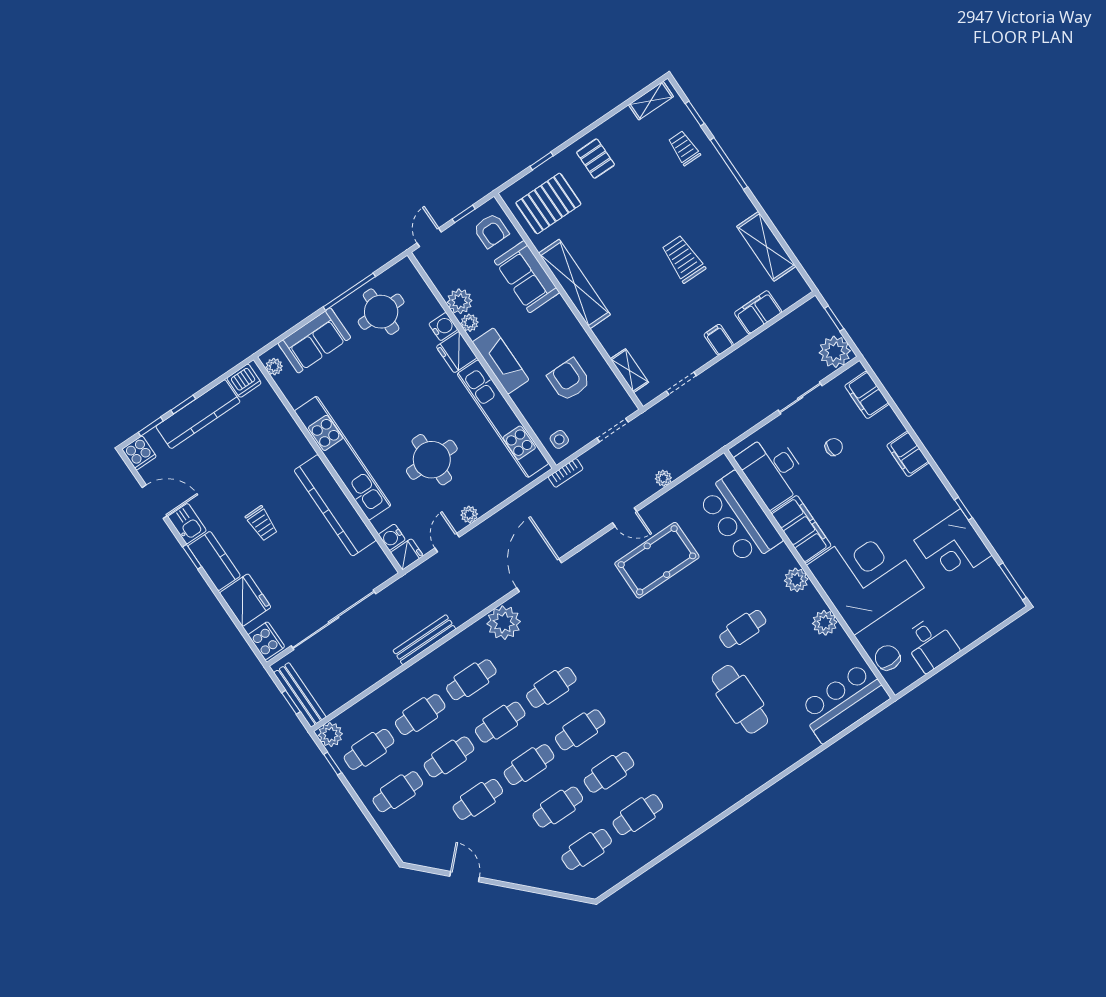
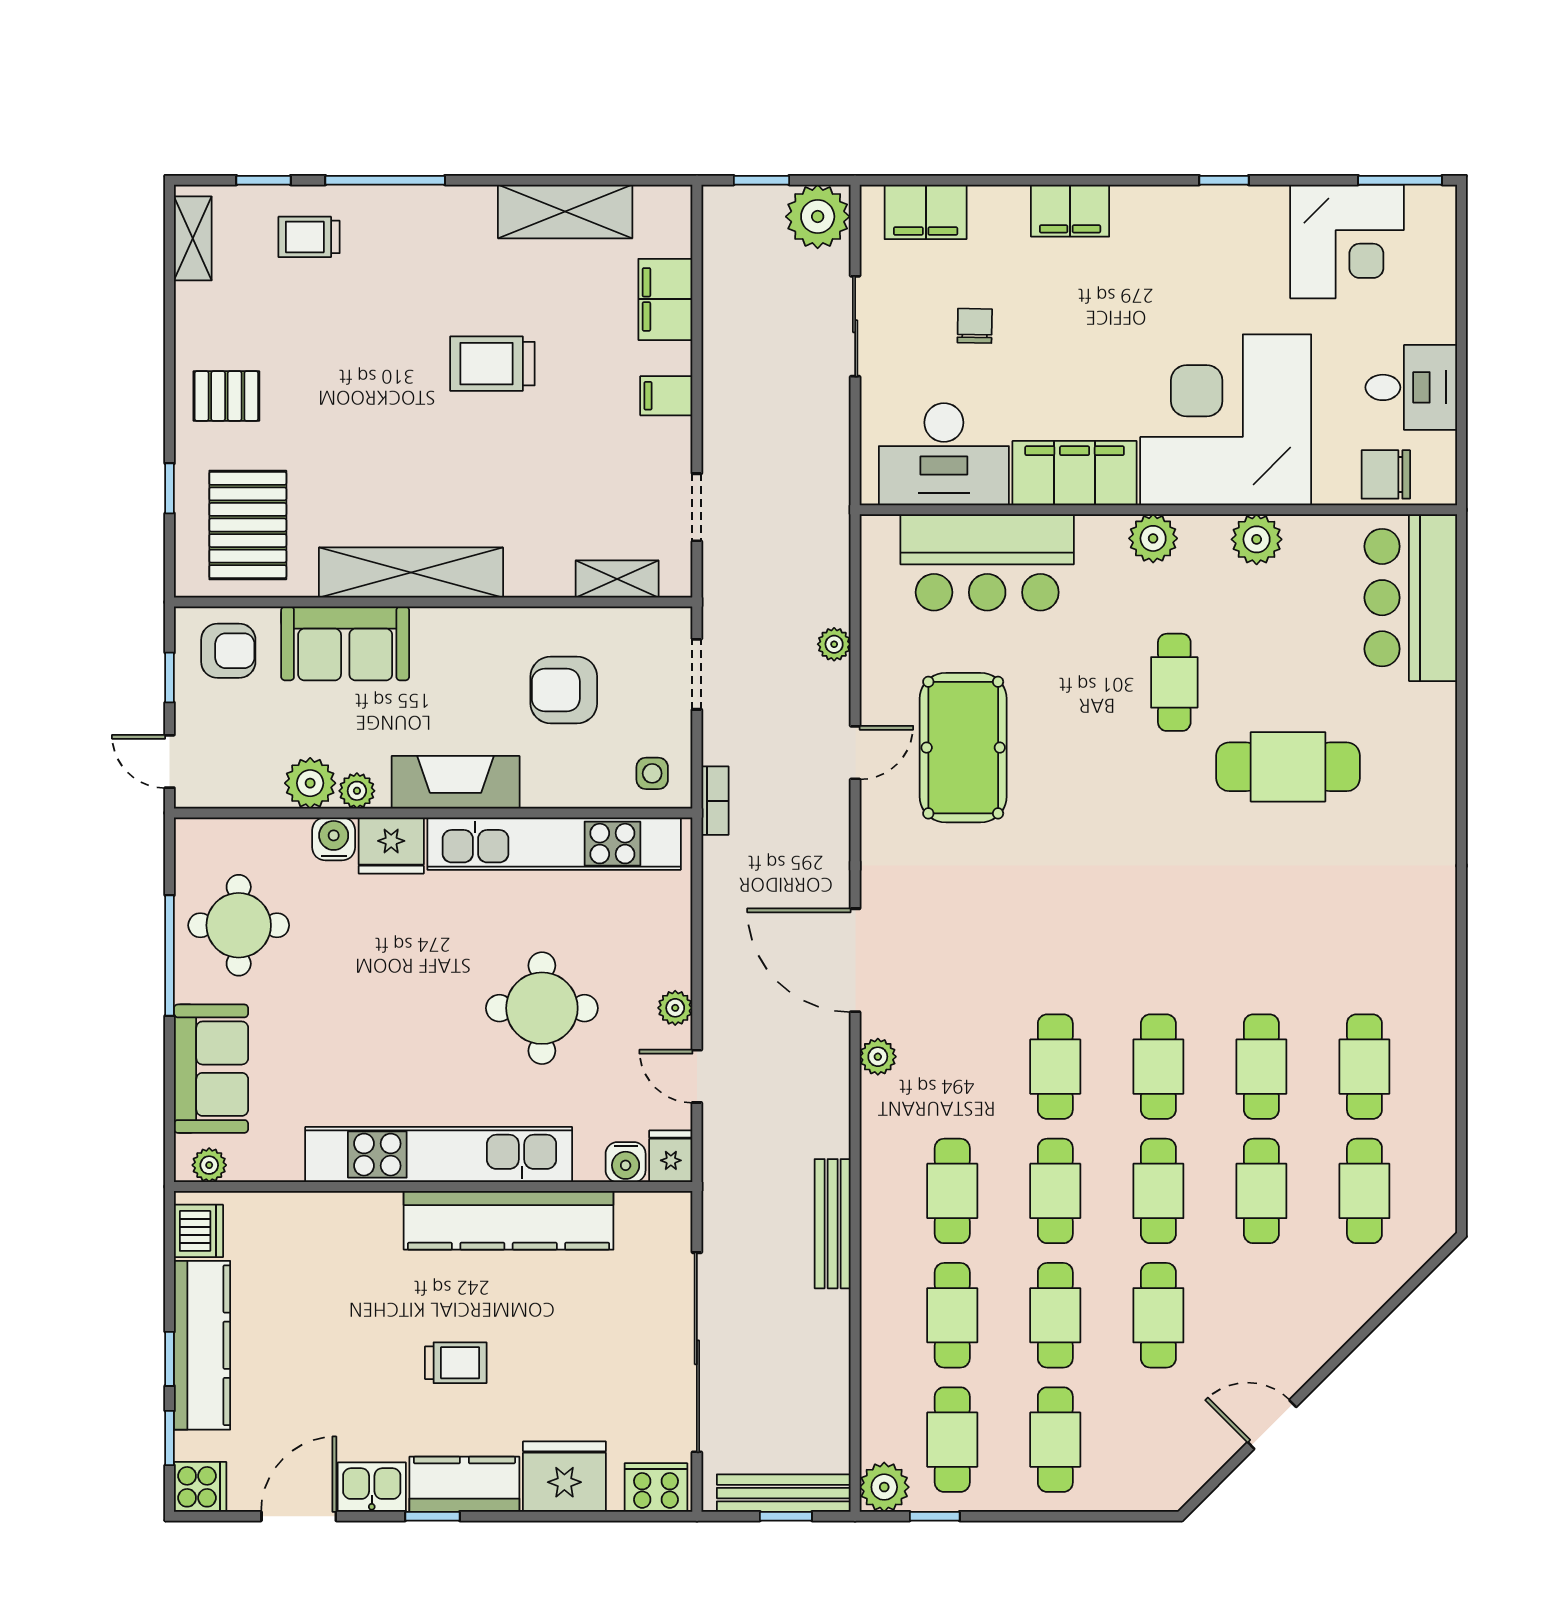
corner desk: (953, 548) -> (1347, 241), moved
plant: (504, 623) -> (878, 1057), width x0.53, depth x0.53

